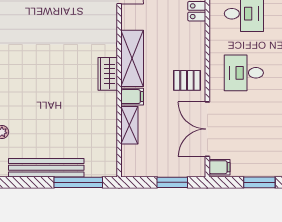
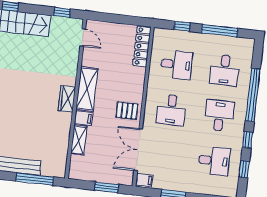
desk: (244, 73) -> (171, 110), turned -90

